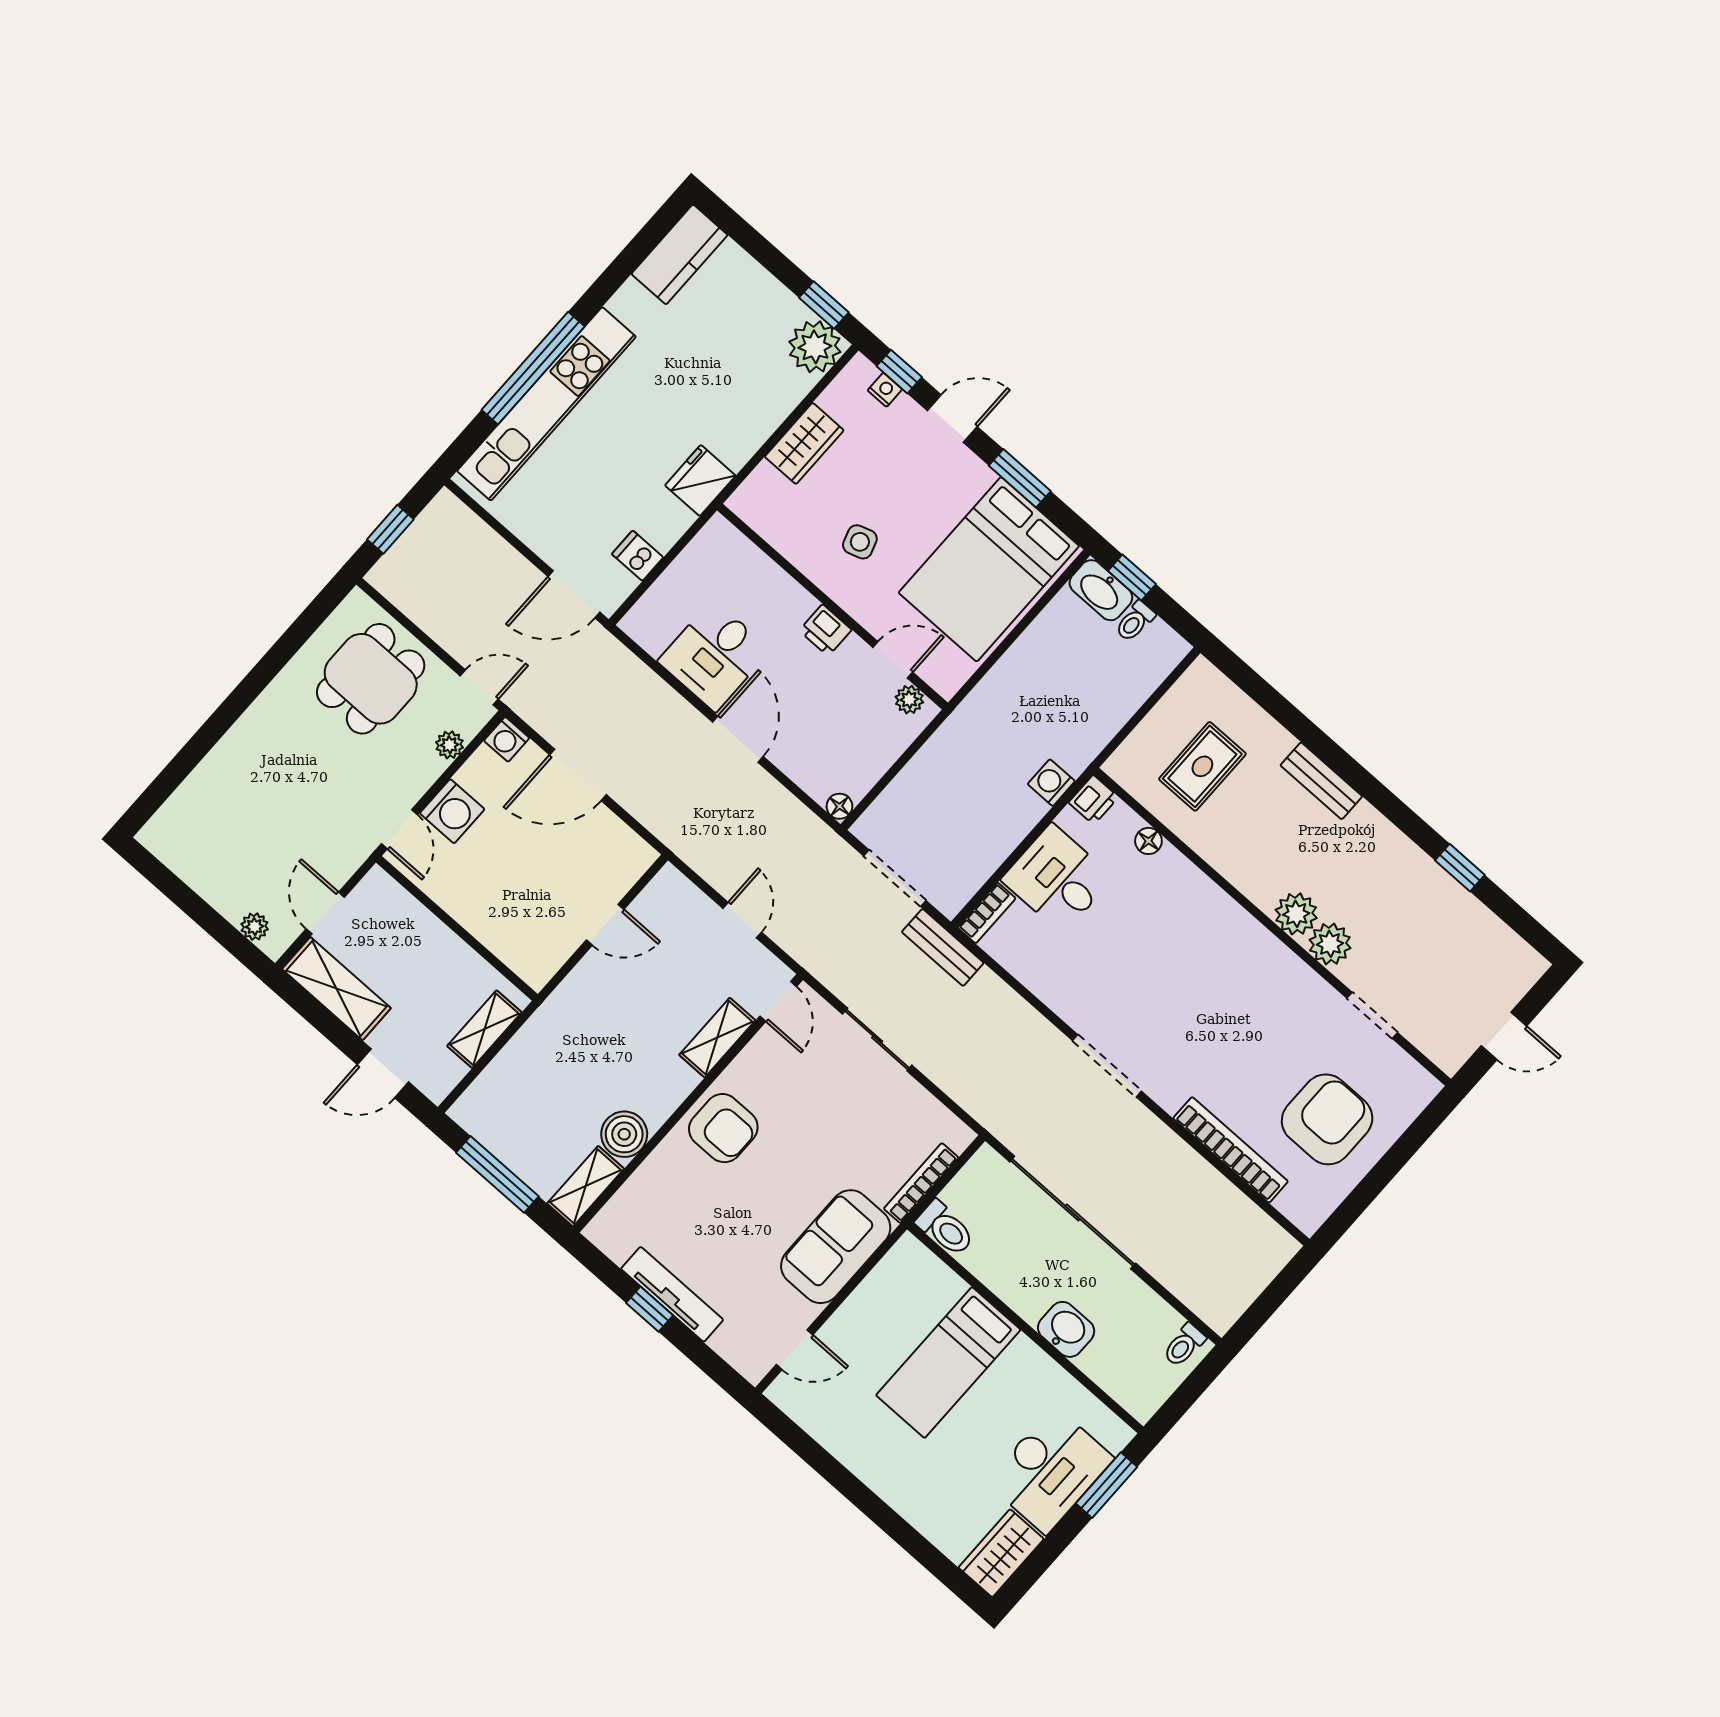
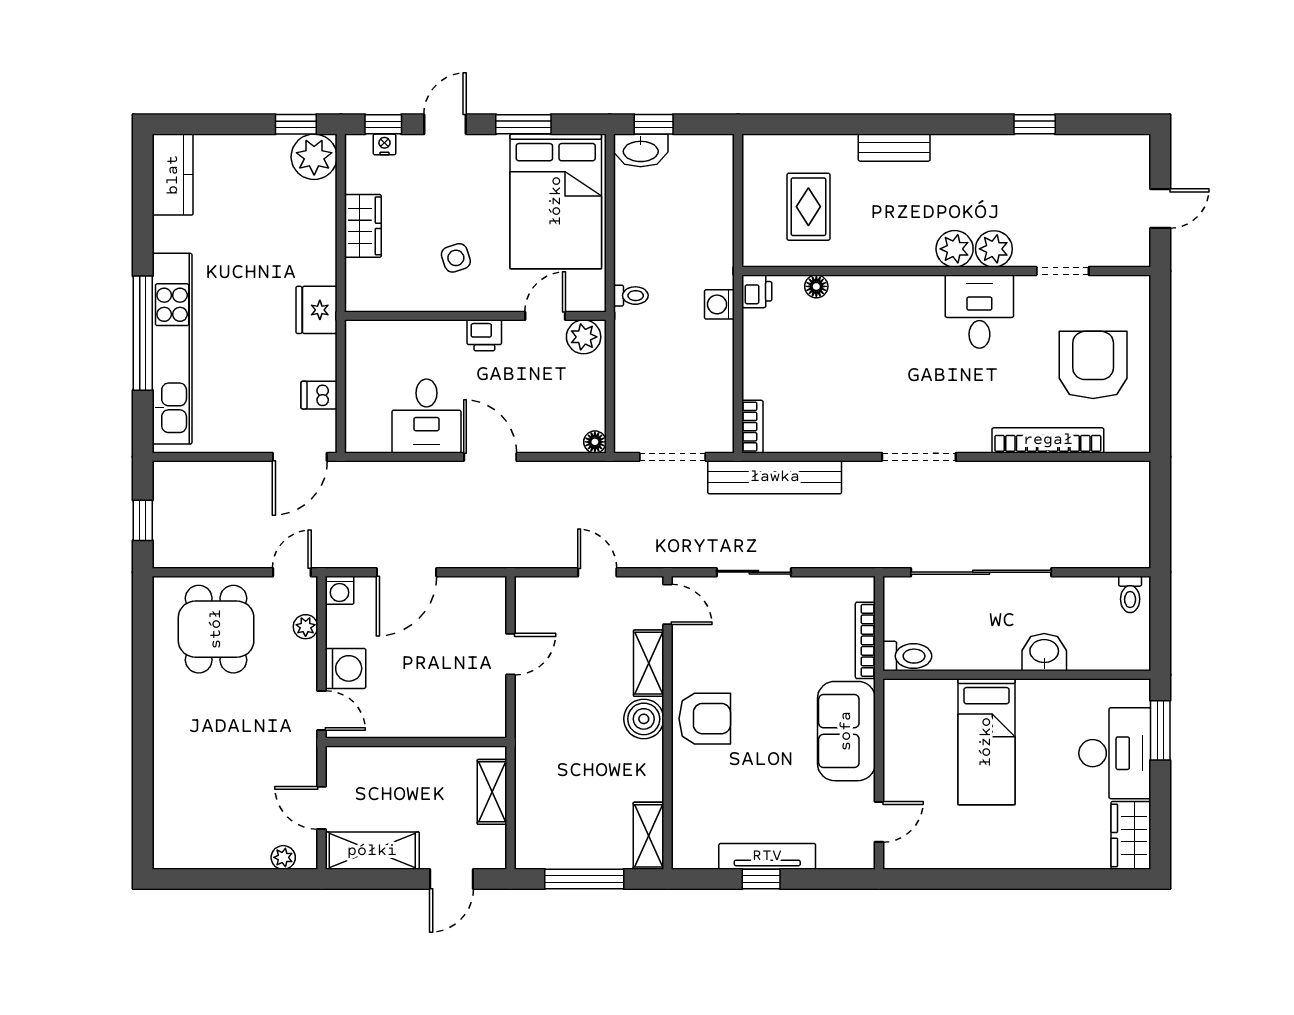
toilet: (1135, 621) -> (631, 296), moved, turned -90
plant: (909, 700) -> (584, 337), width x1.38, depth x1.38
desk: (1057, 879) -> (979, 312), moved, turned 90
bench: (943, 947) -> (775, 477), width x1.86, depth x1.21
boiler: (624, 1134) -> (644, 719), moved

